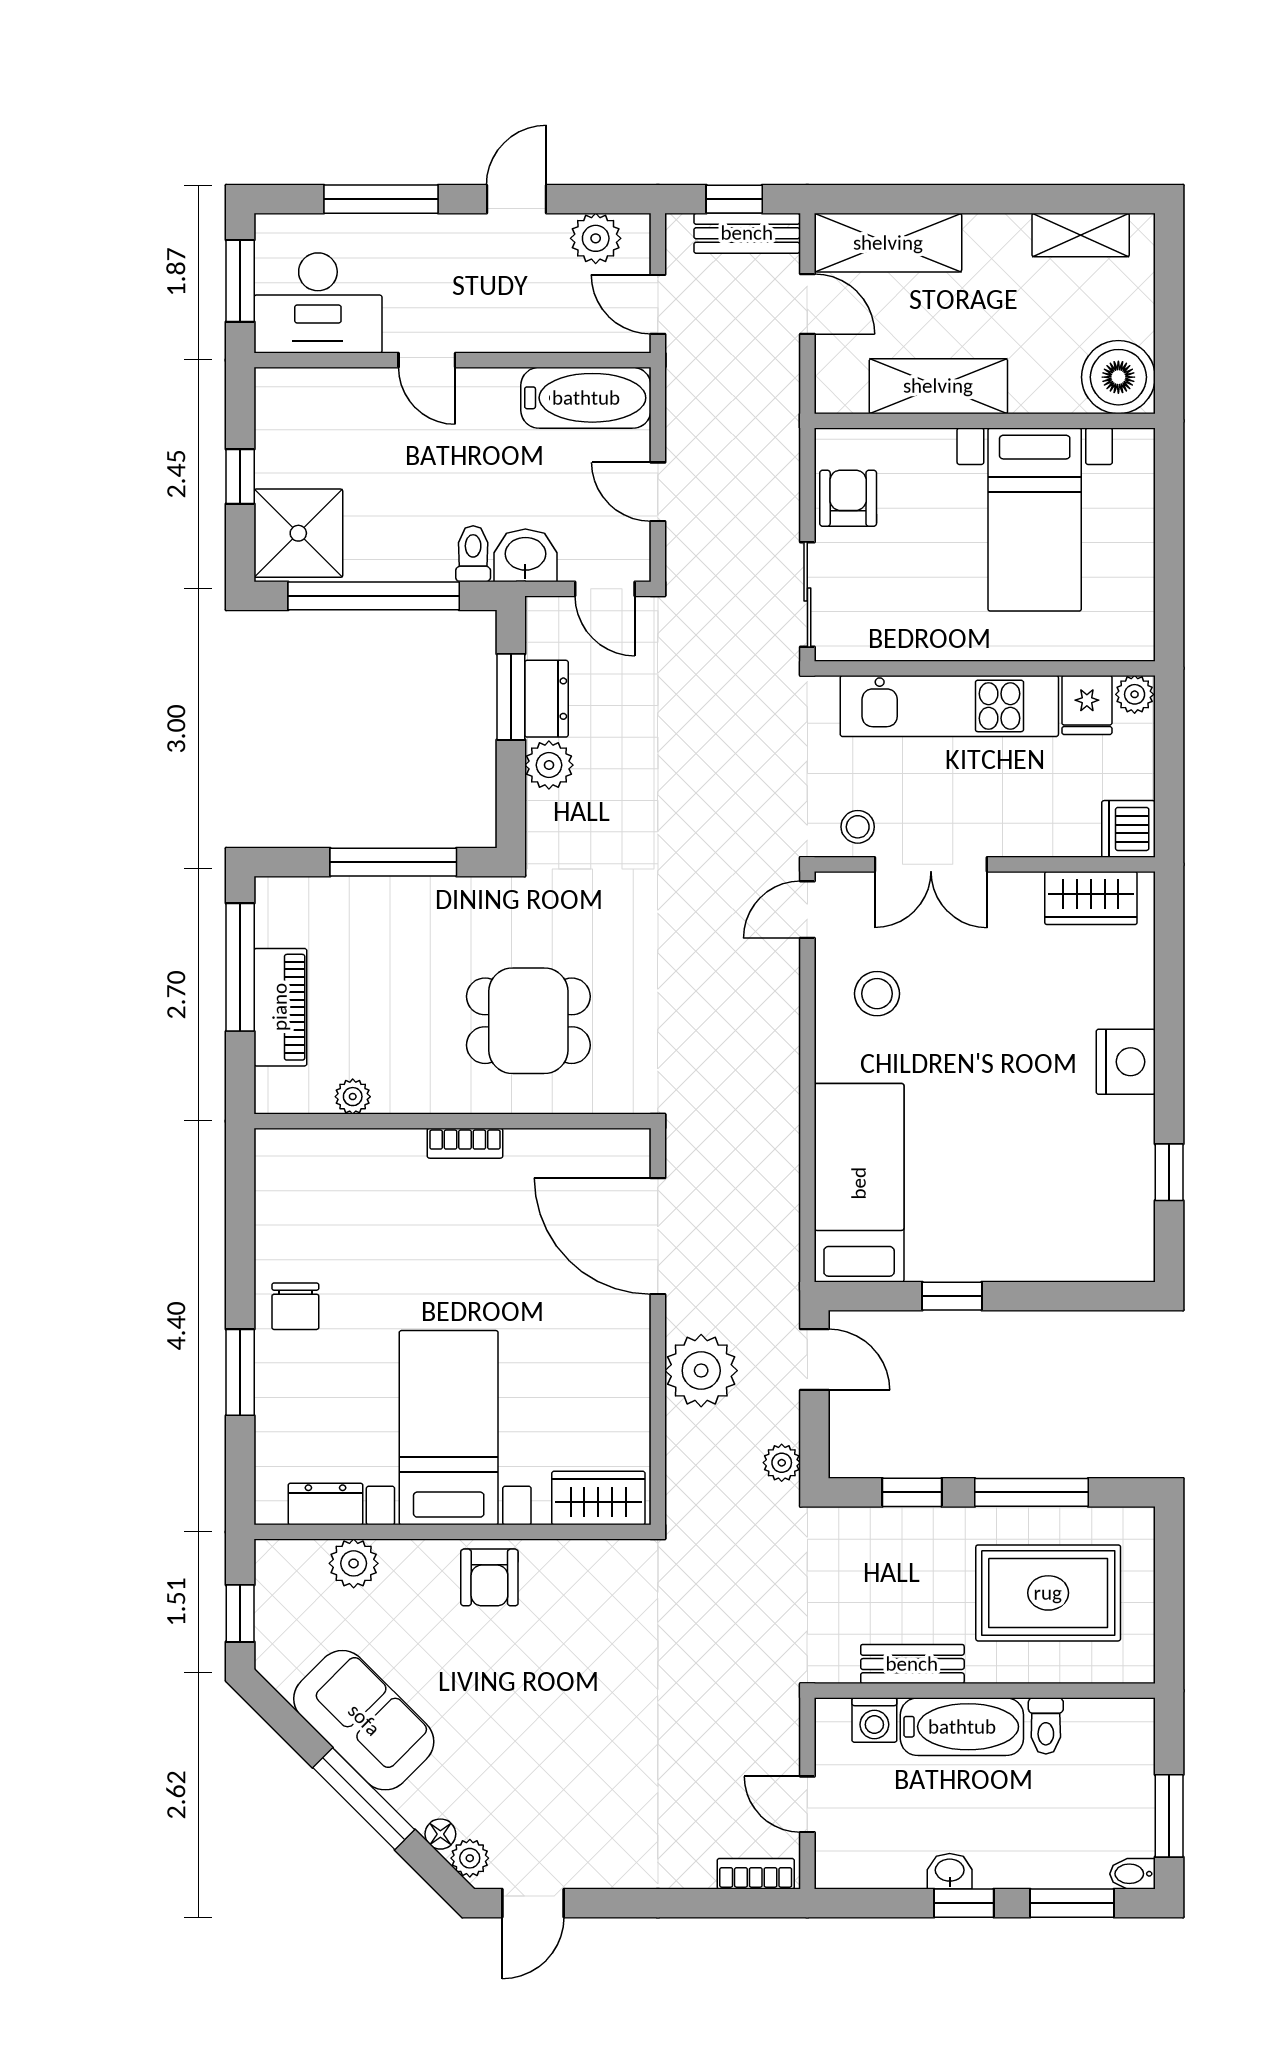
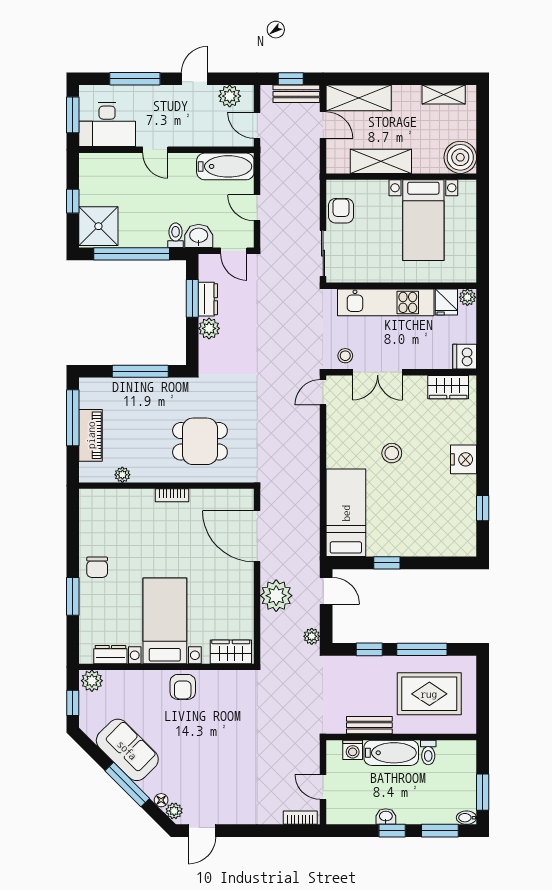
stool: (877, 994) -> (392, 453), moved
plant: (354, 1563) -> (92, 681), moved

